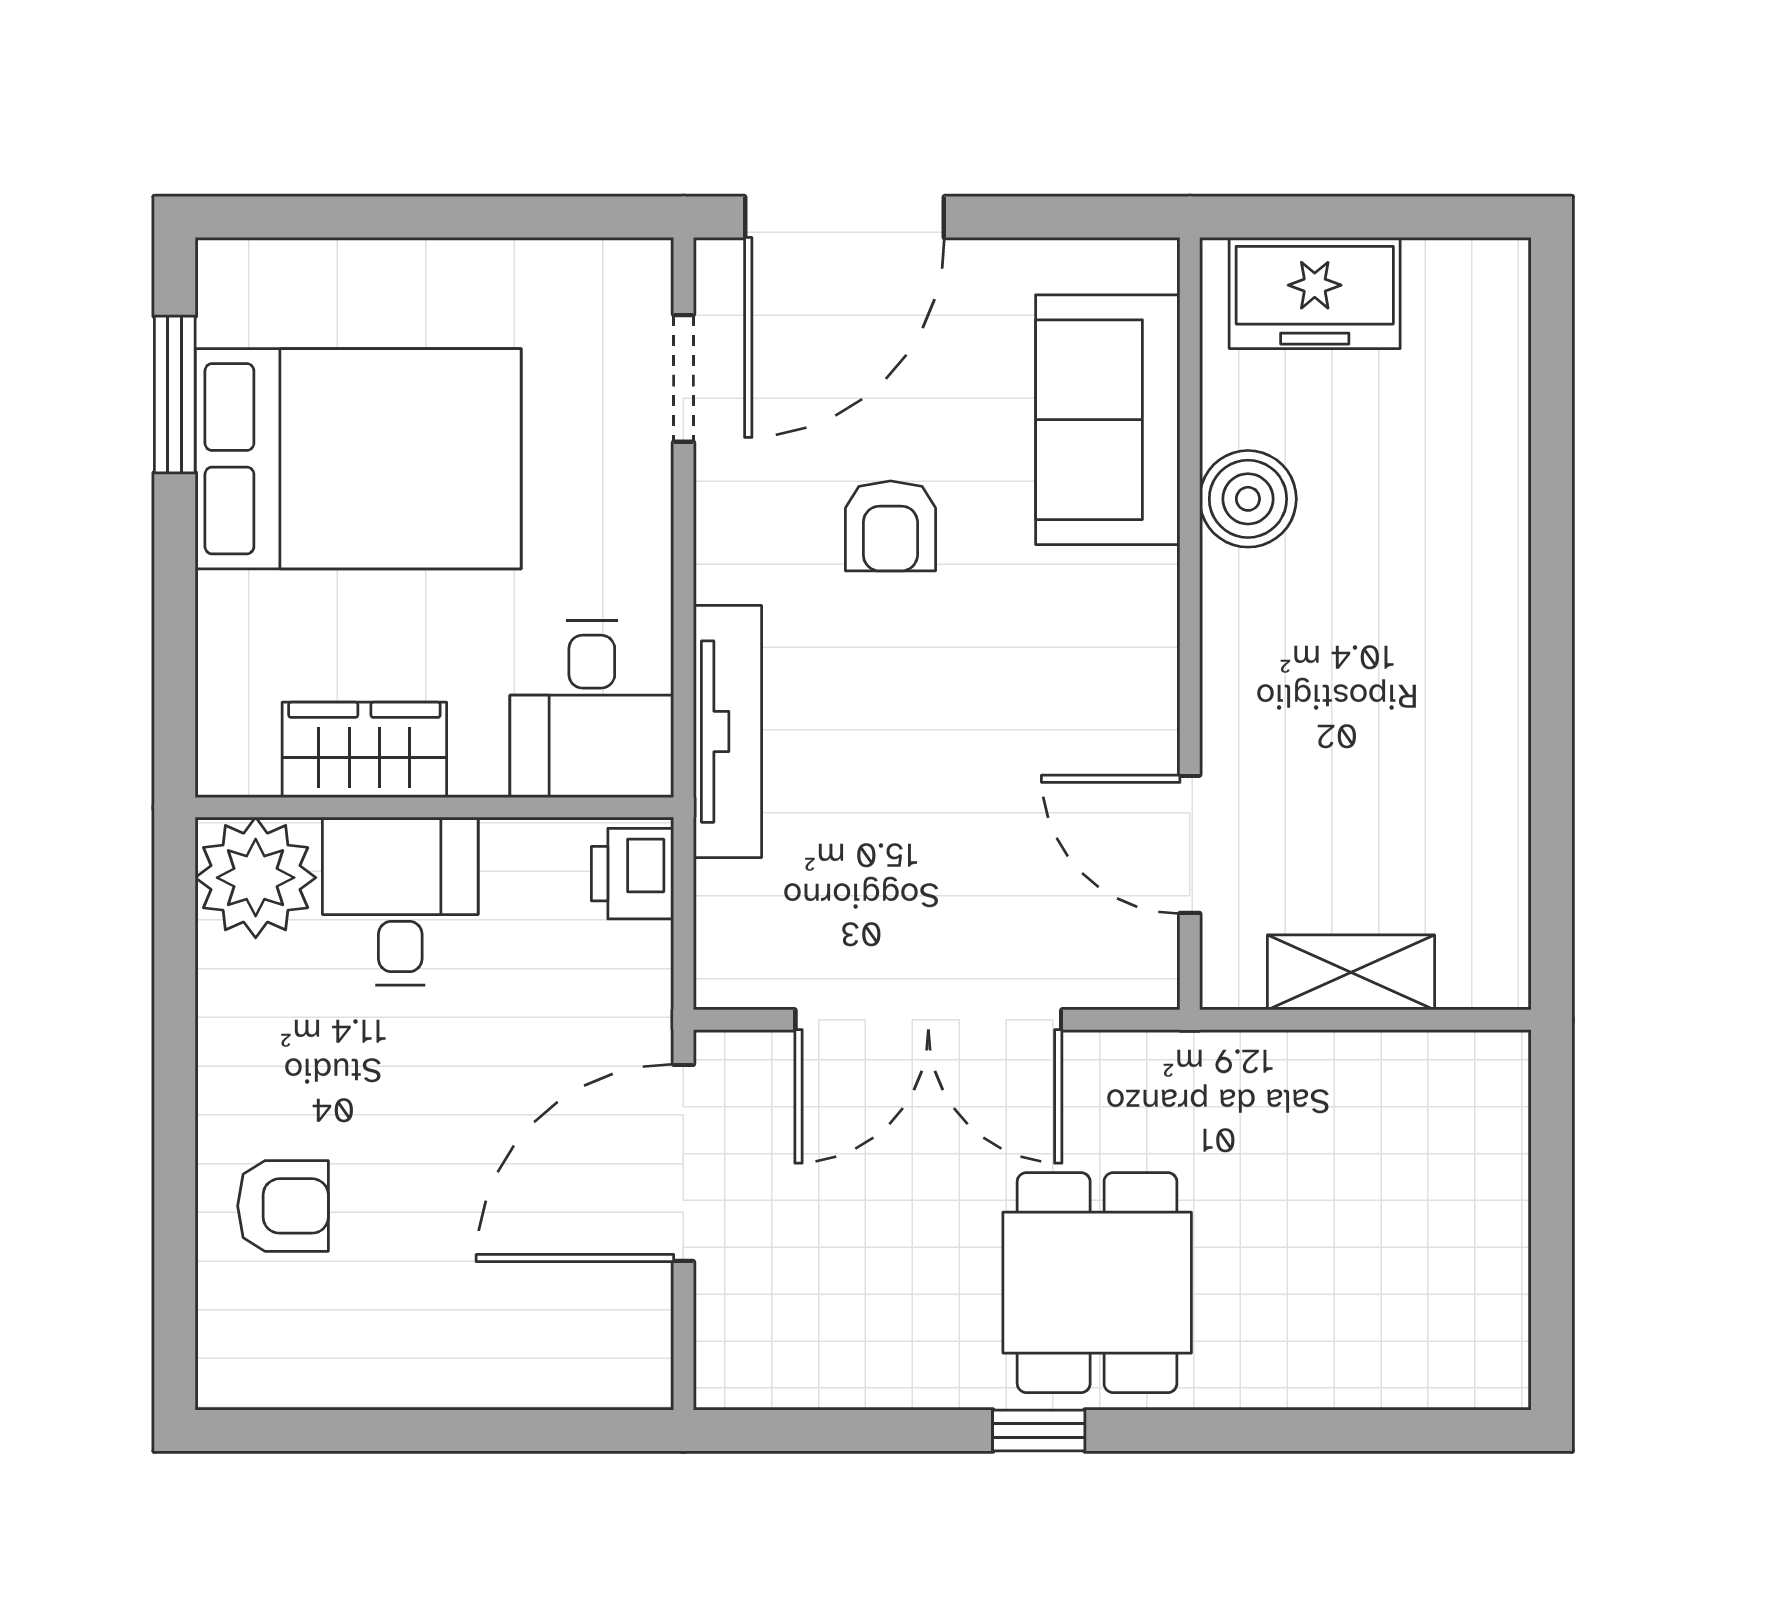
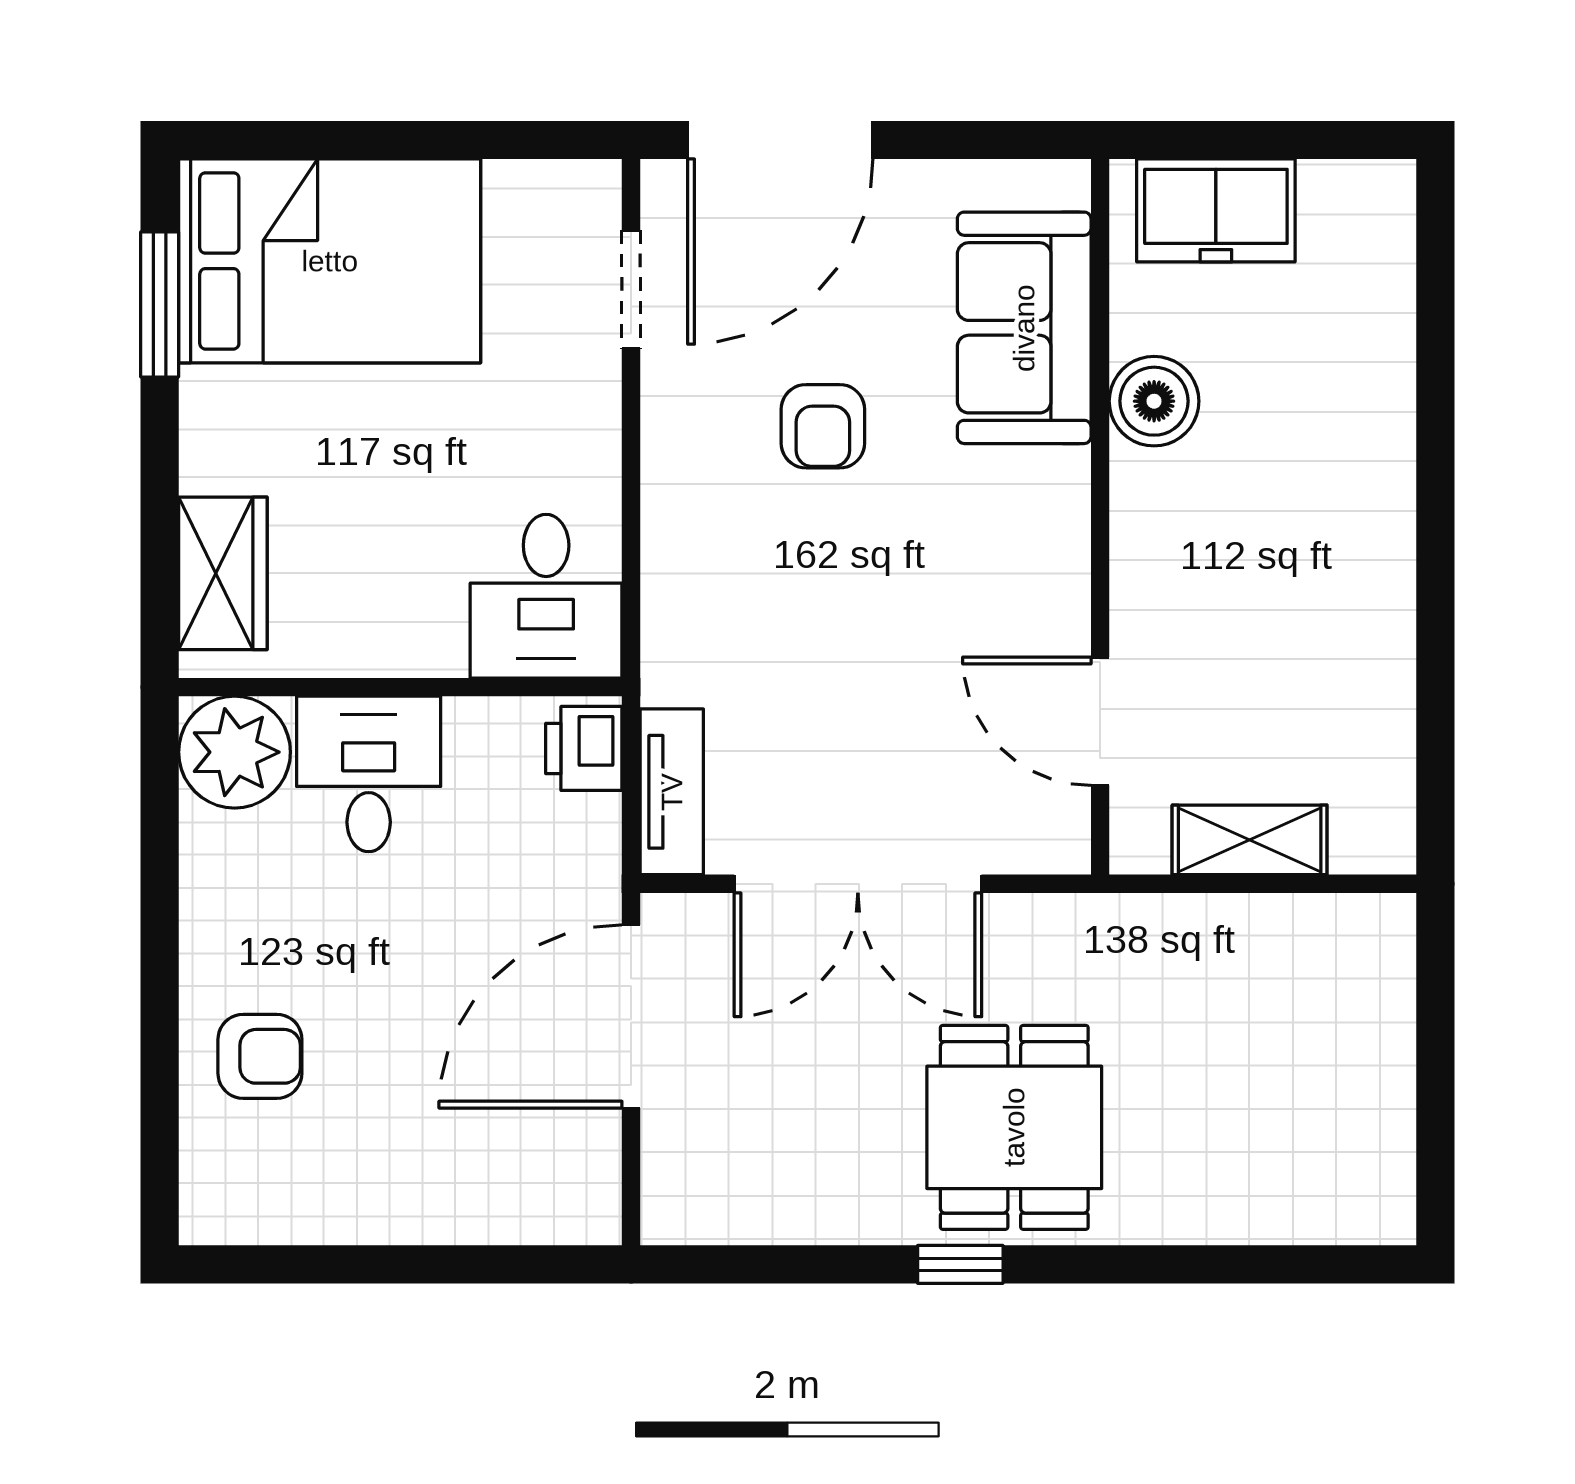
bed: (358, 459) -> (330, 261), moved
tv unit: (727, 732) -> (672, 792), moved, width x0.71
wardrobe: (364, 750) -> (223, 573), moved, turned 90

